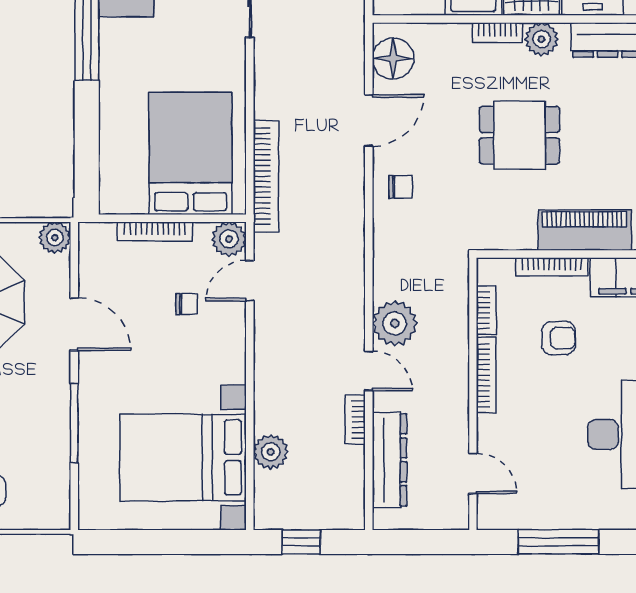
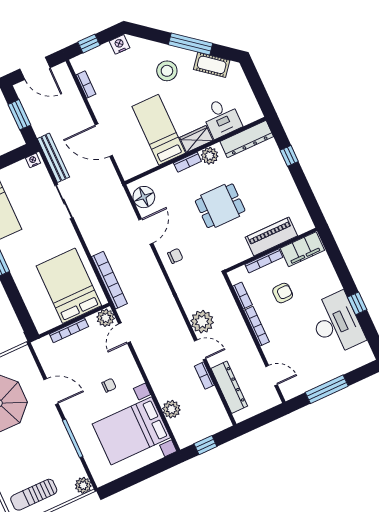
plant: (55, 238) -> (83, 485), moved
chair: (187, 304) -> (109, 385), moved

